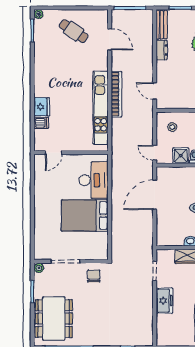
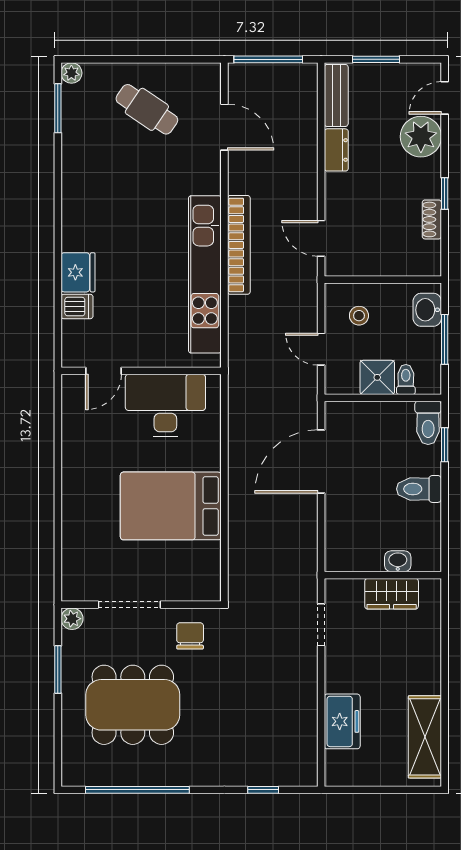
door: (155, 153) -> (321, 349), moved
desk: (94, 180) -> (165, 406), moved, turned -90
freezer: (164, 301) -> (342, 721), moved
dining table: (54, 319) -> (133, 705), moved, turned 90

